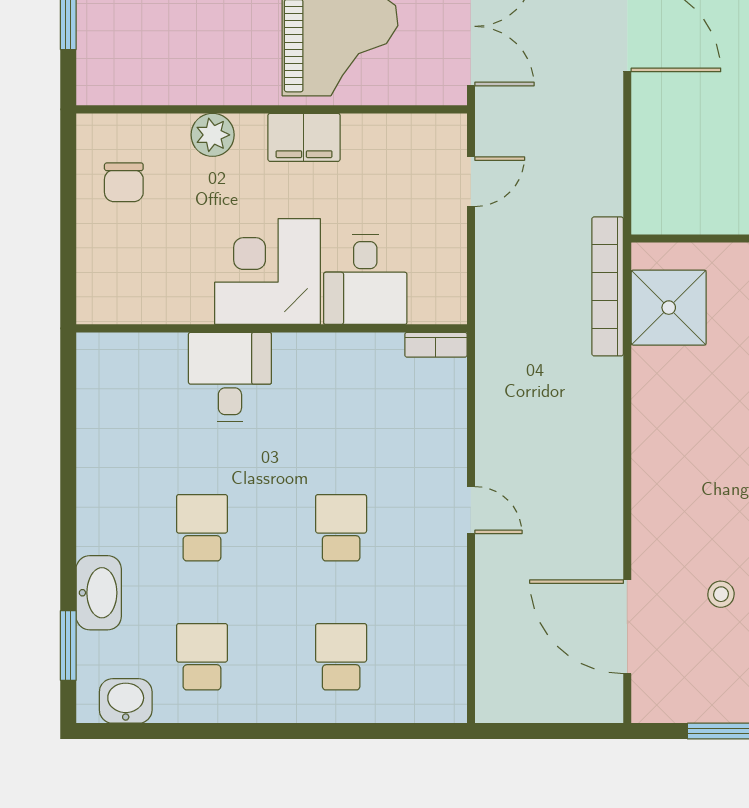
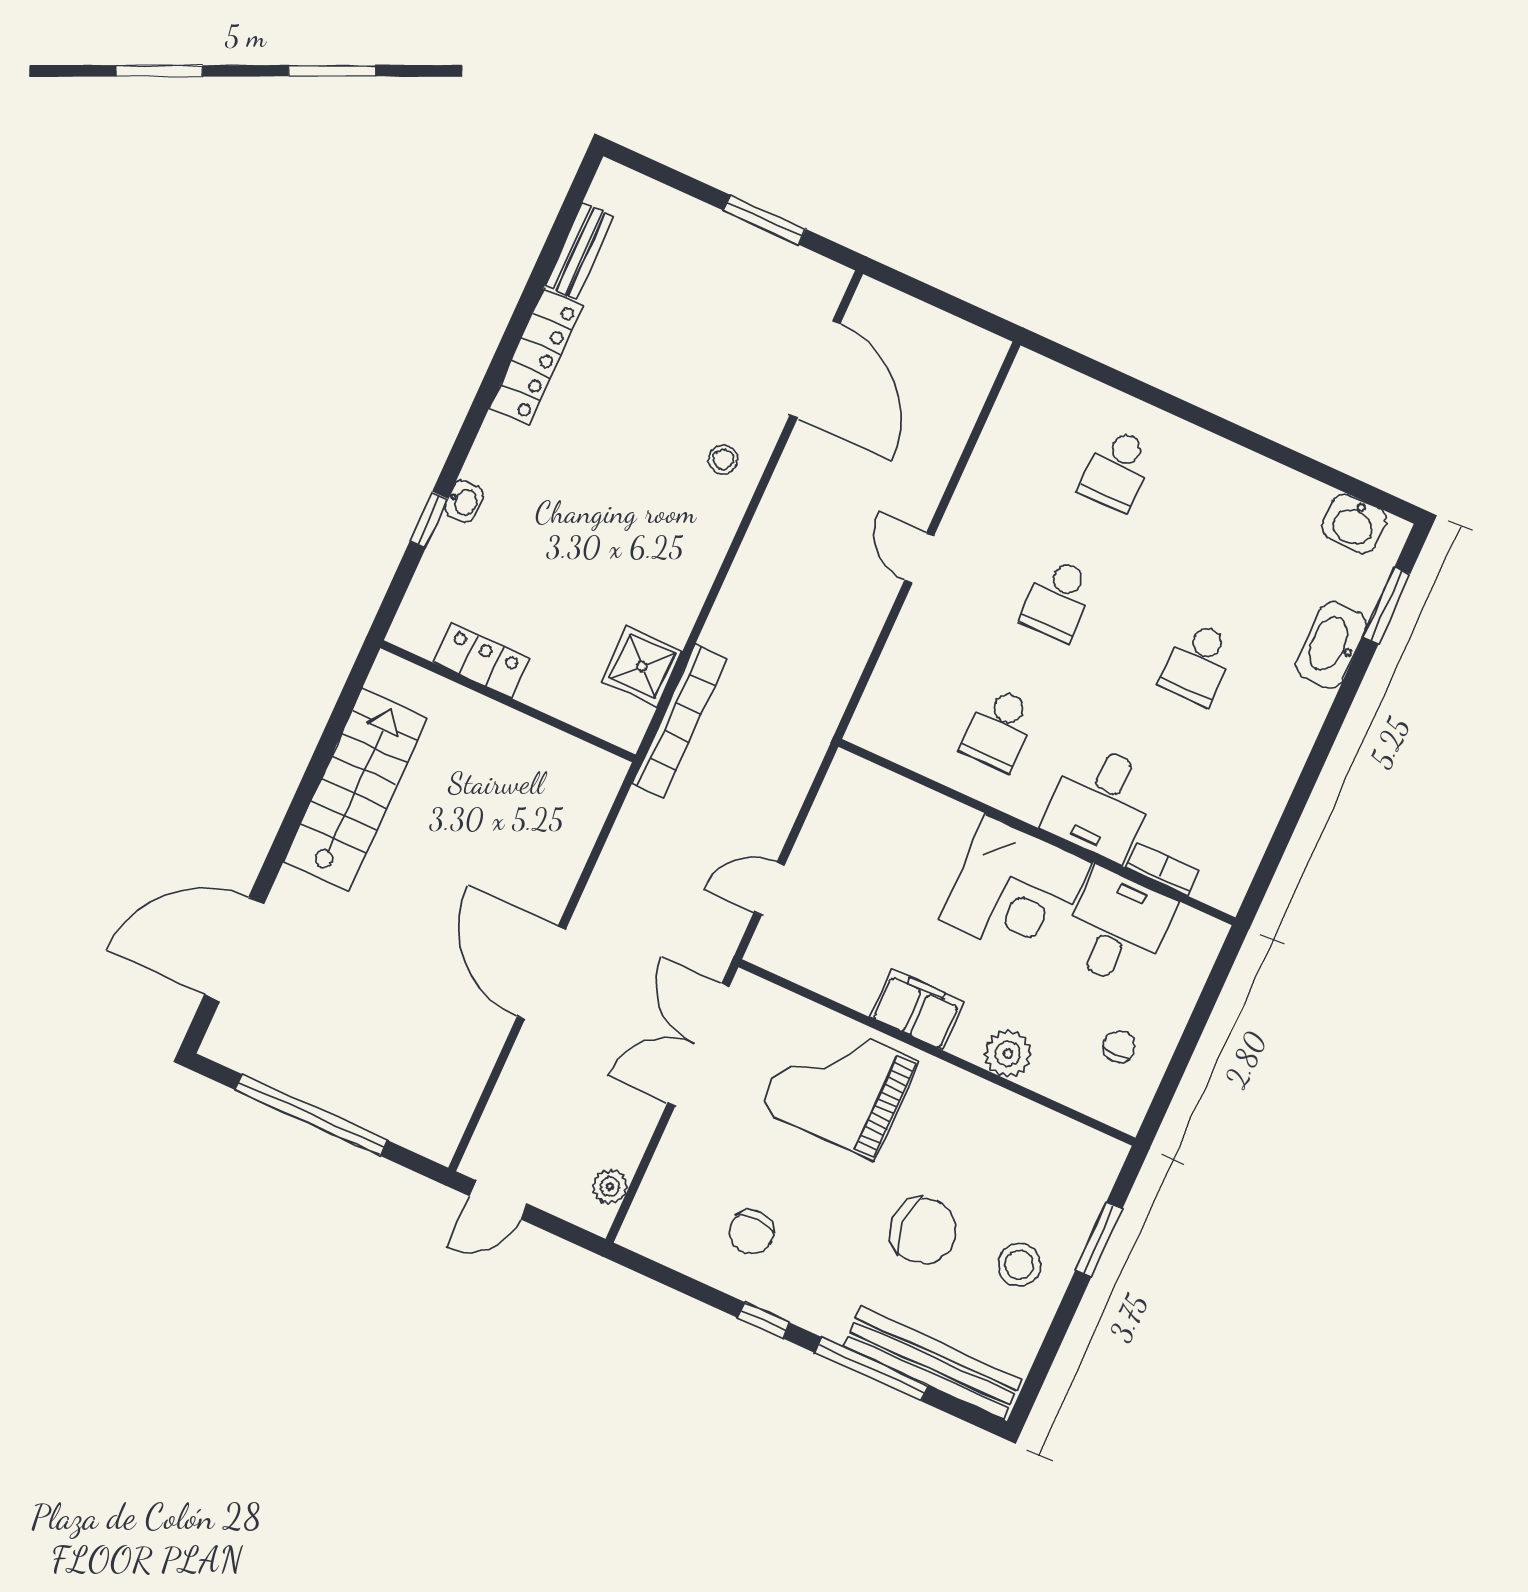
chair: (124, 182) -> (1119, 1047), width x0.73, depth x0.73
desk: (365, 279) -> (1117, 928), moved
shower: (669, 308) -> (642, 666), width x0.73, depth x0.73
bookcase: (436, 345) -> (1162, 869), moved
stool: (721, 594) -> (723, 460), moved
school desk: (202, 657) -> (999, 729), moved

